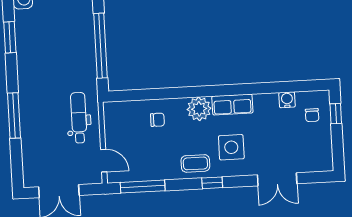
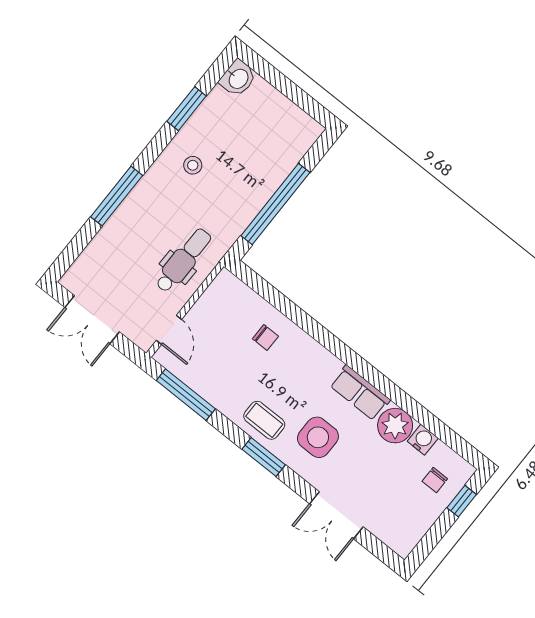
stool: (39, 64) -> (193, 165), added
plant: (199, 109) -> (395, 426), moved
window: (212, 183) -> (264, 457), width x1.50

